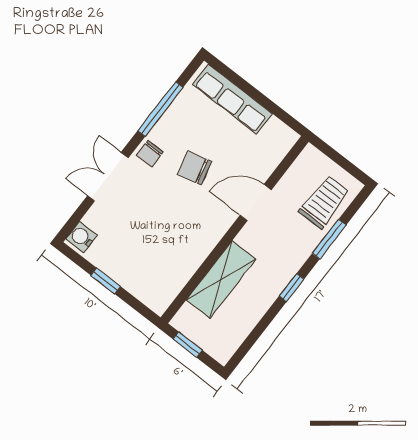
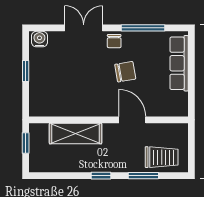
chair: (150, 154) -> (114, 41), turned -90
chair: (194, 168) -> (125, 72), turned 94

